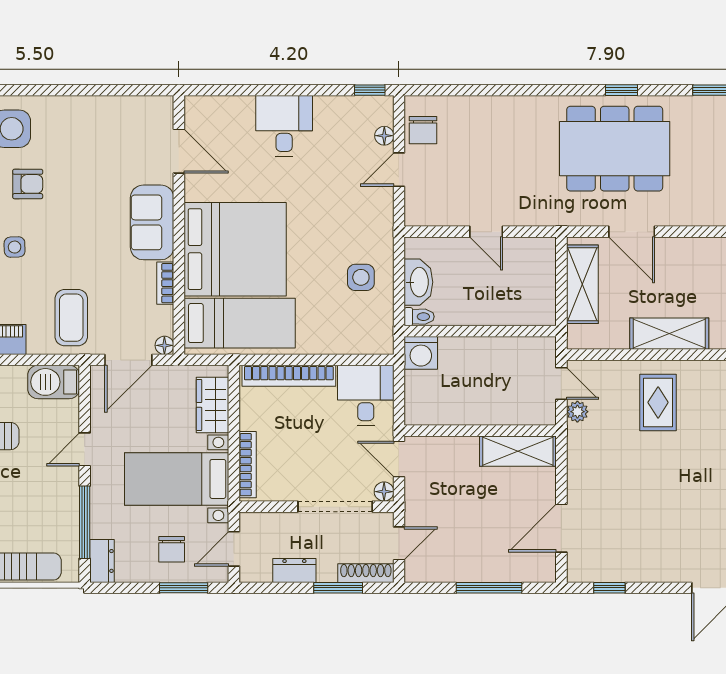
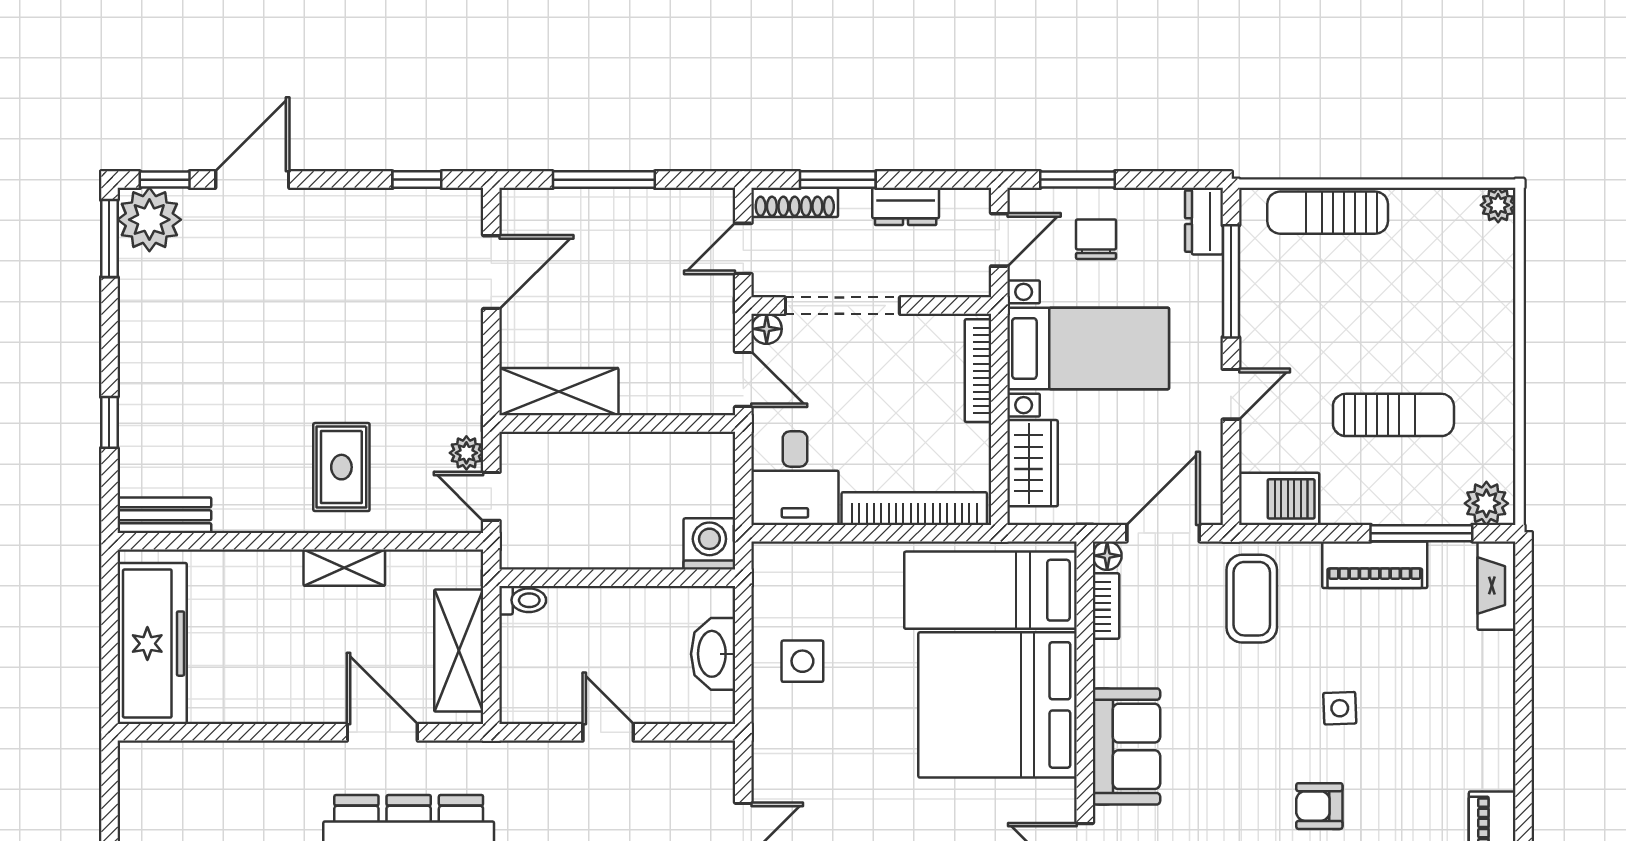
bookcase: (165, 283) -> (1106, 606), moved
toilet: (419, 317) -> (523, 600), moved, turned 180
shelving: (669, 334) -> (344, 568), width x0.67, depth x0.75

